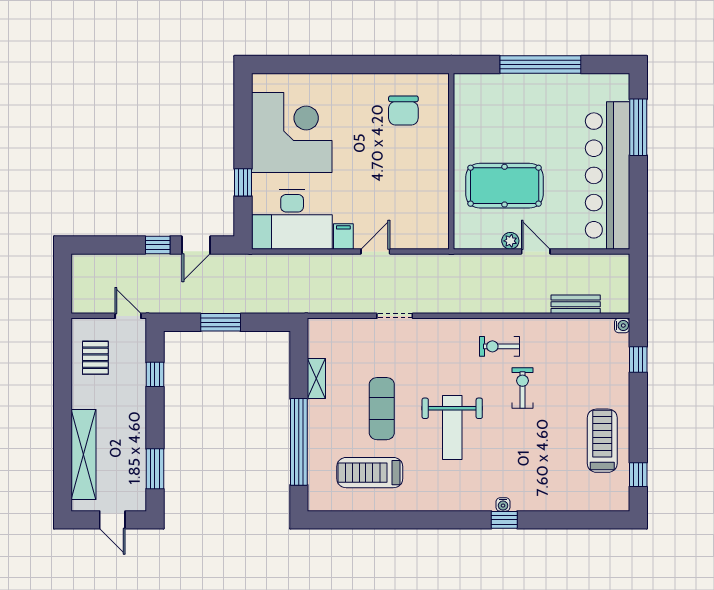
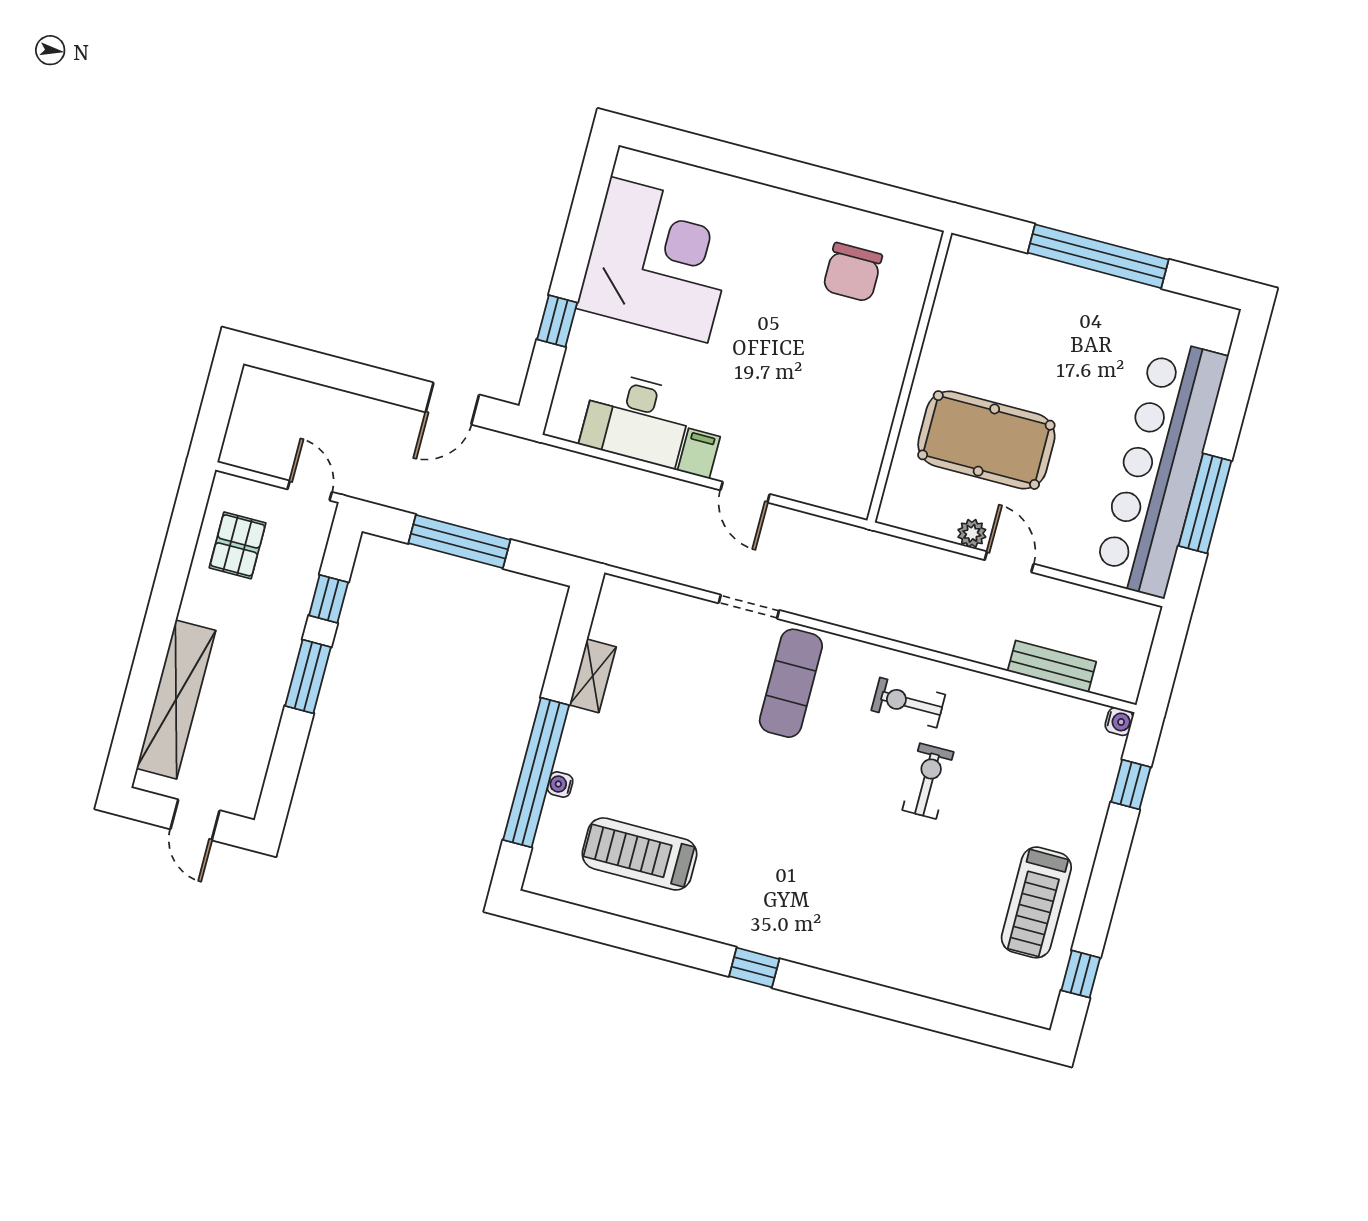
window: (638, 127) -> (1205, 503), moved
desk: (292, 219) -> (636, 419), width x0.73, depth x0.77
window: (158, 245) -> (389, 387), removed
door: (375, 251) -> (745, 492), swing flipped
window: (221, 322) -> (459, 542), width x1.44
exercise mat: (382, 409) -> (791, 683), moved
weight bench: (452, 428) -> (795, 816), removed
treadmill: (602, 441) -> (1036, 902), turned 180
window: (155, 469) -> (308, 676), moved
water cooler: (503, 504) -> (560, 784), moved, turned 90
window: (504, 520) -> (754, 968), moved

